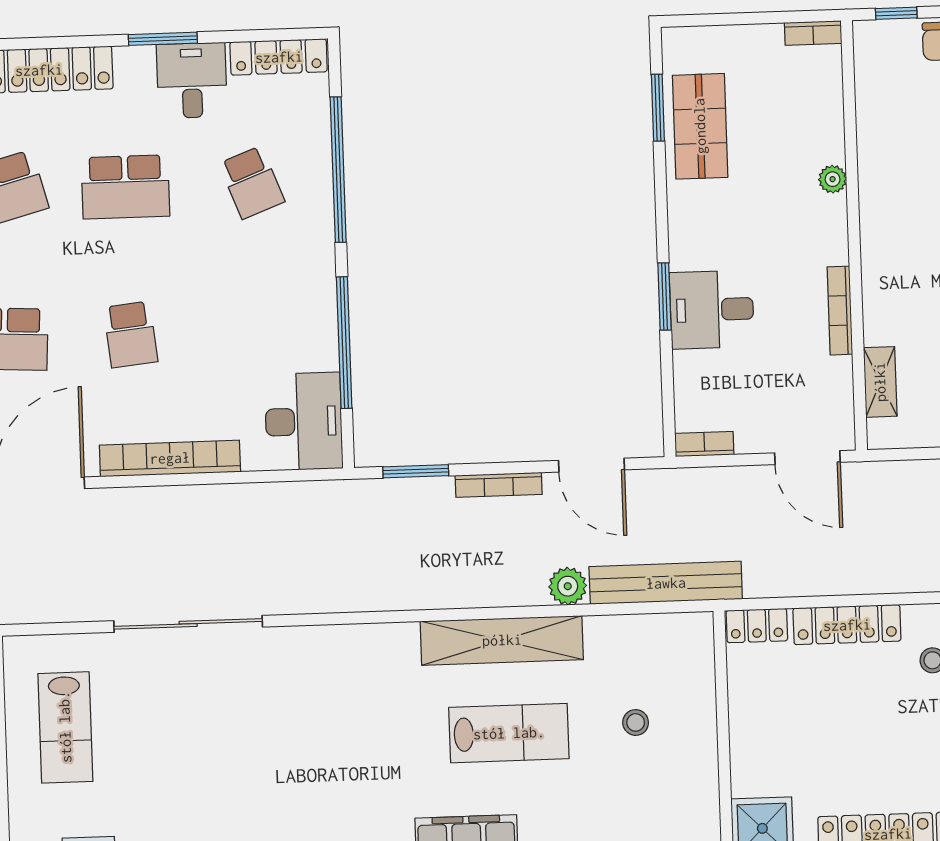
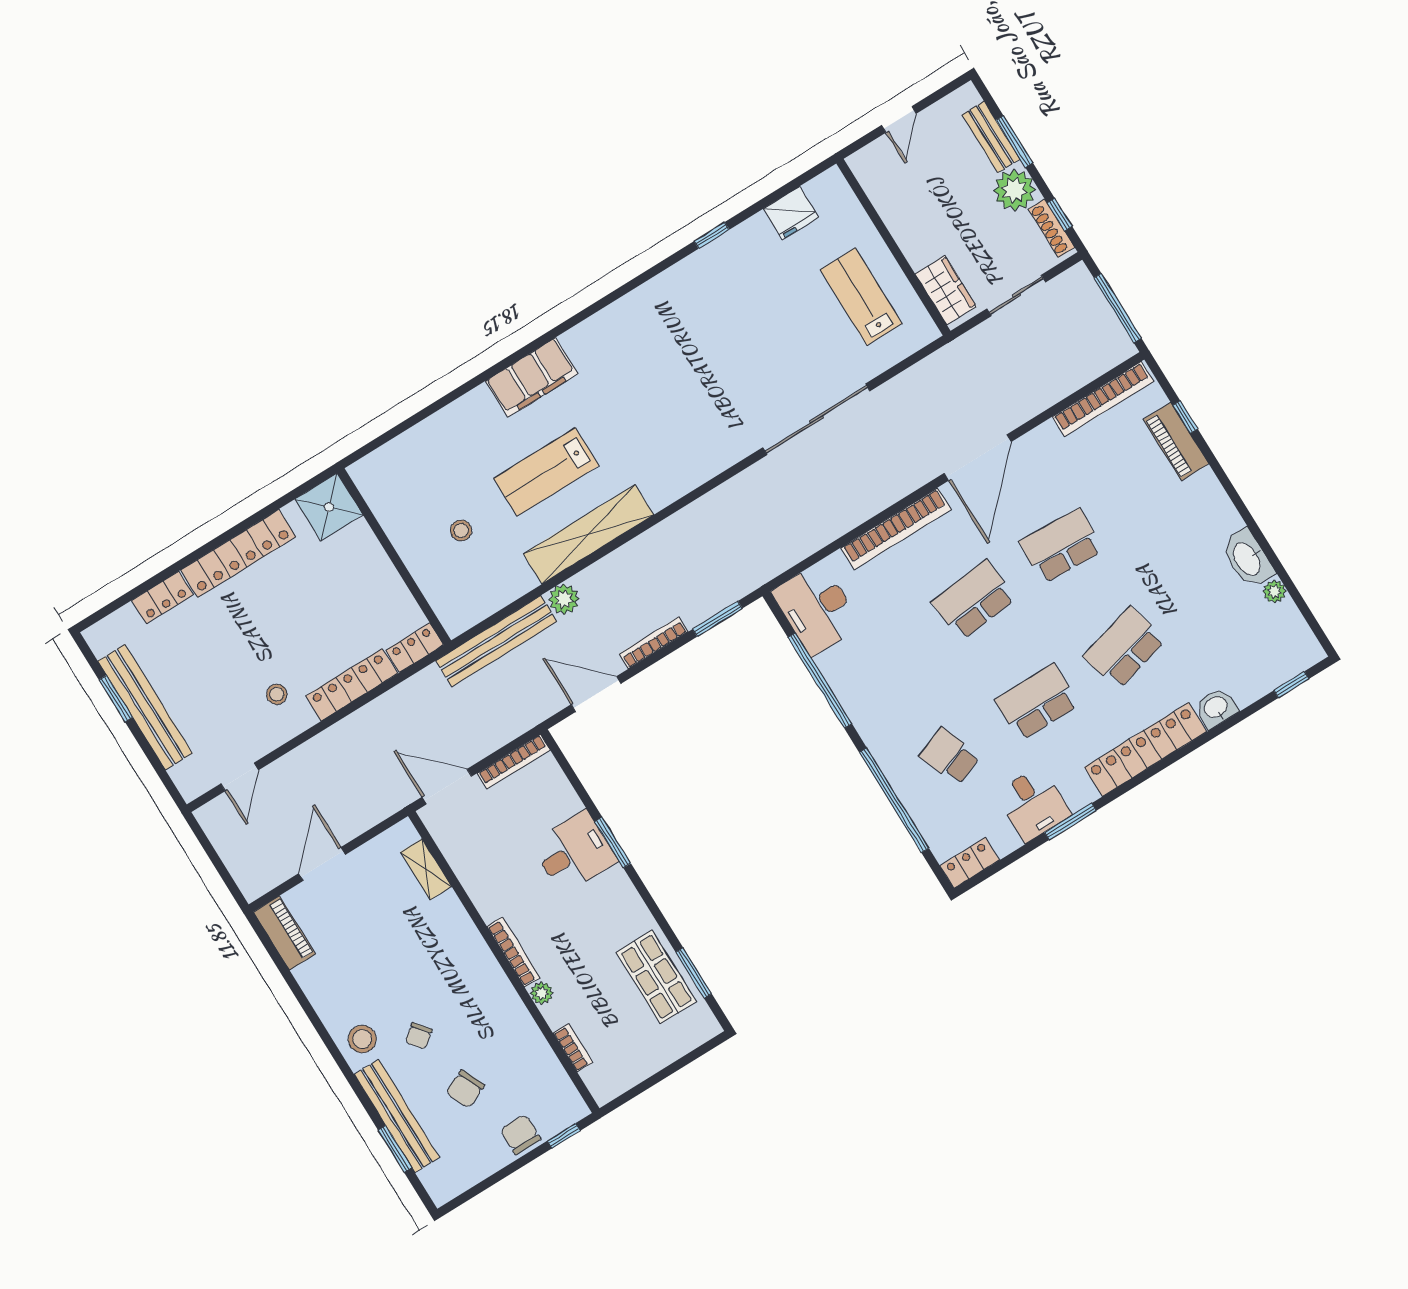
bookcase: (813, 33) -> (573, 1048), moved, turned 90
locker: (279, 57) -> (970, 863), width x0.66
bookcase: (840, 311) -> (513, 952), moved
school desk: (131, 335) -> (974, 600), width x1.85
bookcase: (704, 444) -> (514, 762), width x1.56

